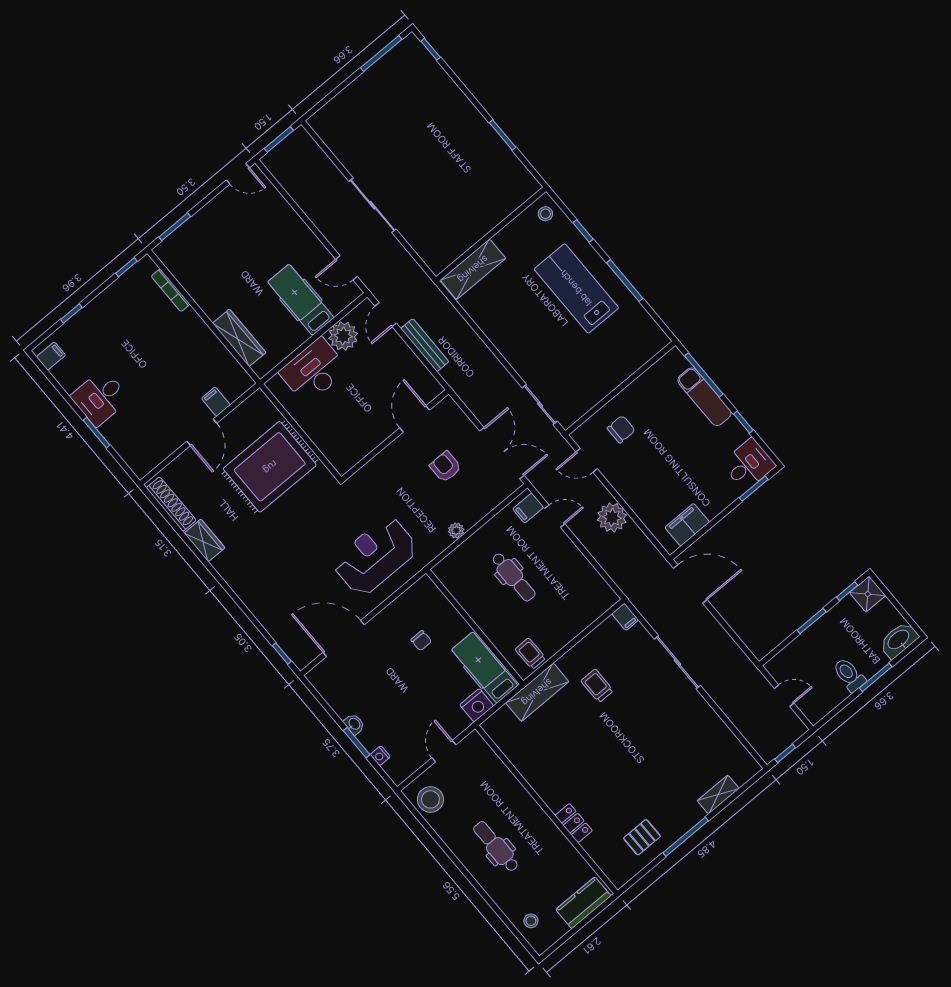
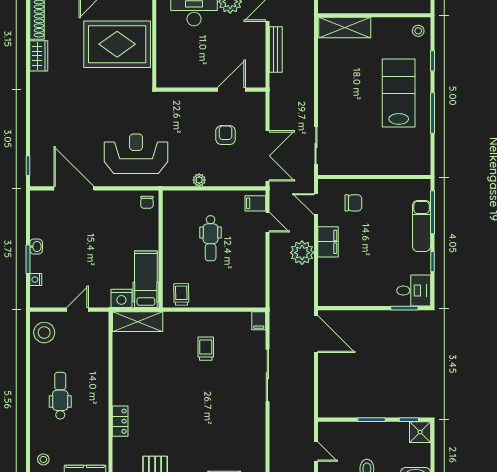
filing cabinet: (687, 525) -> (328, 242), moved, turned 90
chair: (421, 641) -> (147, 202), moved
shelving: (537, 692) -> (138, 322), moved

